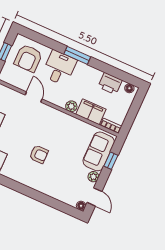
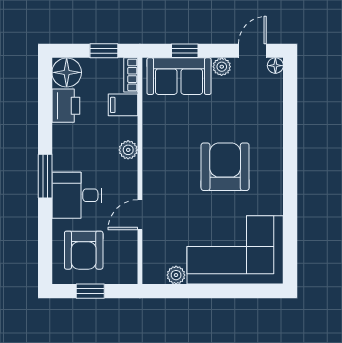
armchair: (28, 58) -> (84, 250), turned 90
floor lamp: (129, 88) -> (67, 72), width x1.89, depth x1.89
filing cabinet: (91, 112) -> (123, 105), width x0.50
window: (130, 117) -> (104, 51), added
armchair: (39, 154) -> (225, 167), width x1.88, depth x1.88

